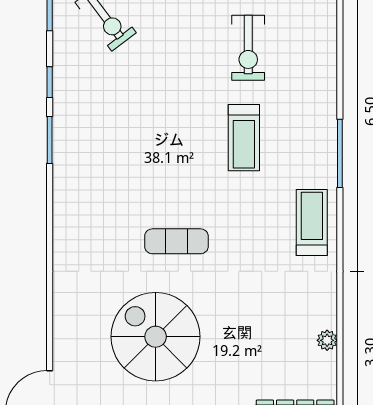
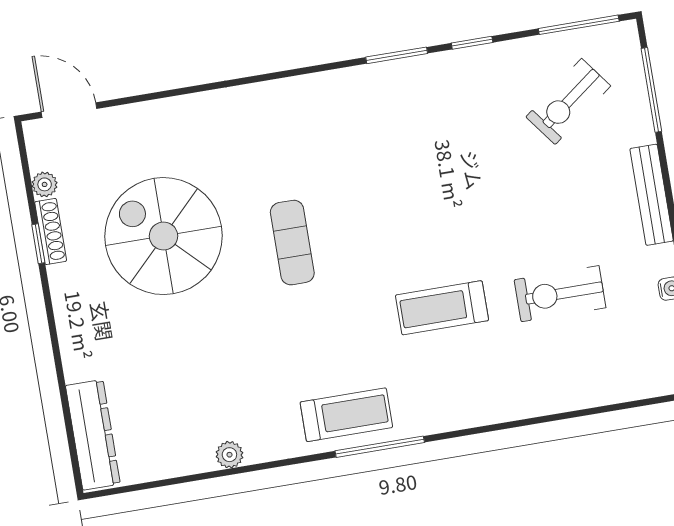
window: (340, 153) -> (380, 447), moved
spiral stairs: (156, 337) -> (164, 236), turned -90
plant: (327, 340) -> (229, 455), moved

